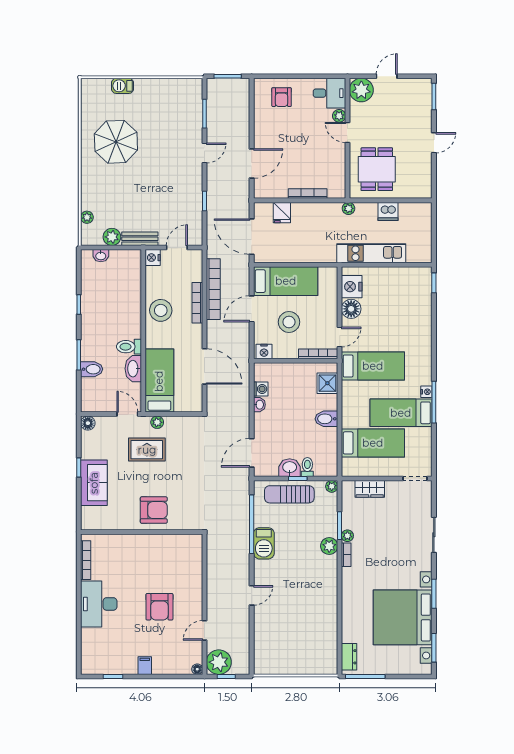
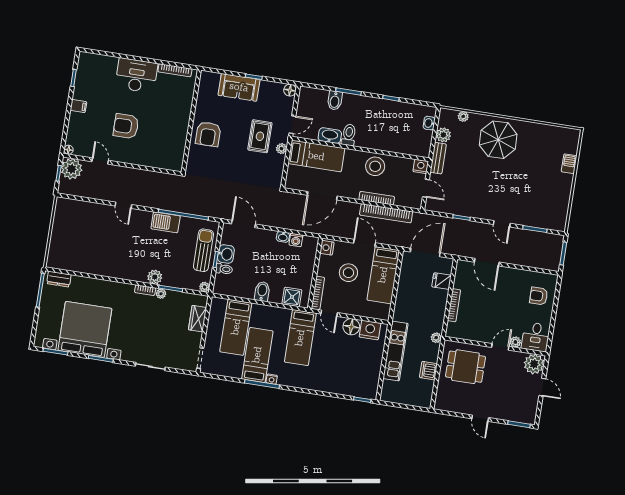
parasol: (116, 142) -> (498, 140), moved

